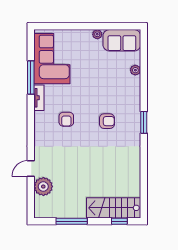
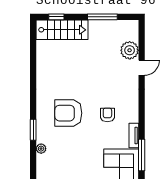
plant: (135, 70) -> (41, 149), moved
armchair: (107, 121) -> (68, 113), width x1.88, depth x1.88
window: (144, 122) -> (33, 130), moved

